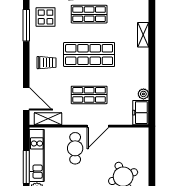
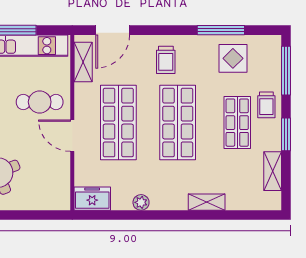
plant: (143, 94) -> (141, 202), moved
shop shelf: (89, 95) -> (118, 123), width x1.43, depth x1.36

